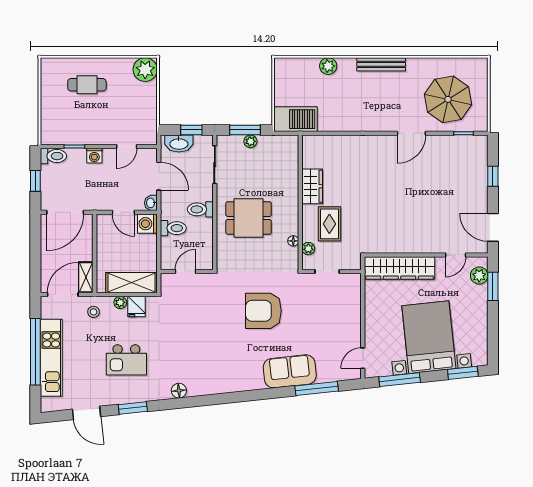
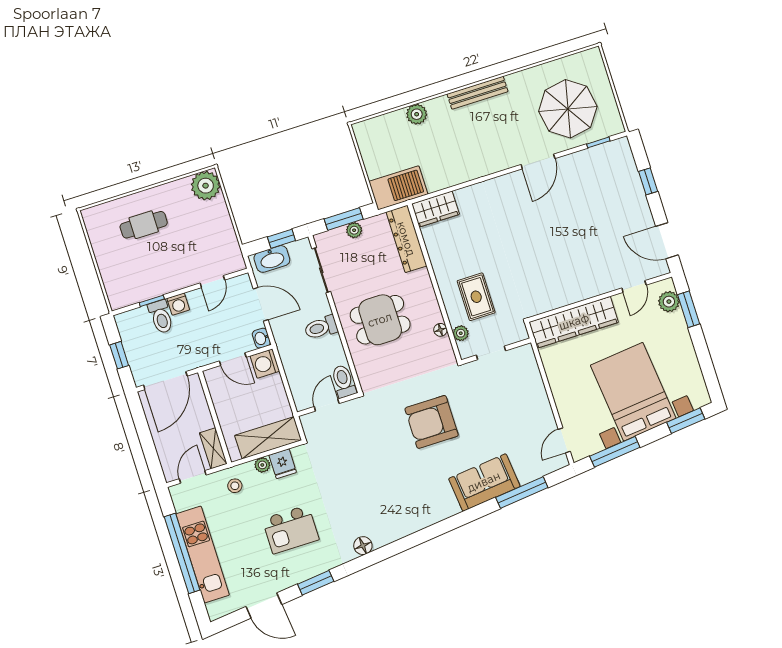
toilet: (53, 156) -> (161, 317), moved, turned 90
dresser: (289, 161) -> (406, 239), added
wardrobe: (312, 186) -> (436, 209), moved, turned 90
toilet: (173, 228) -> (343, 381), moved, turned -90
door: (63, 295) -> (193, 477), width x0.73

